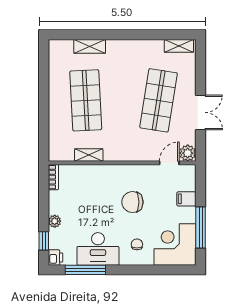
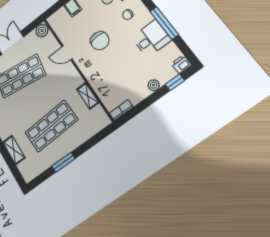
window: (44, 90) -> (63, 162), added
door: (169, 163) -> (67, 53), moved
desk: (98, 249) -> (151, 39), width x0.73
window: (85, 270) -> (164, 23), moved

